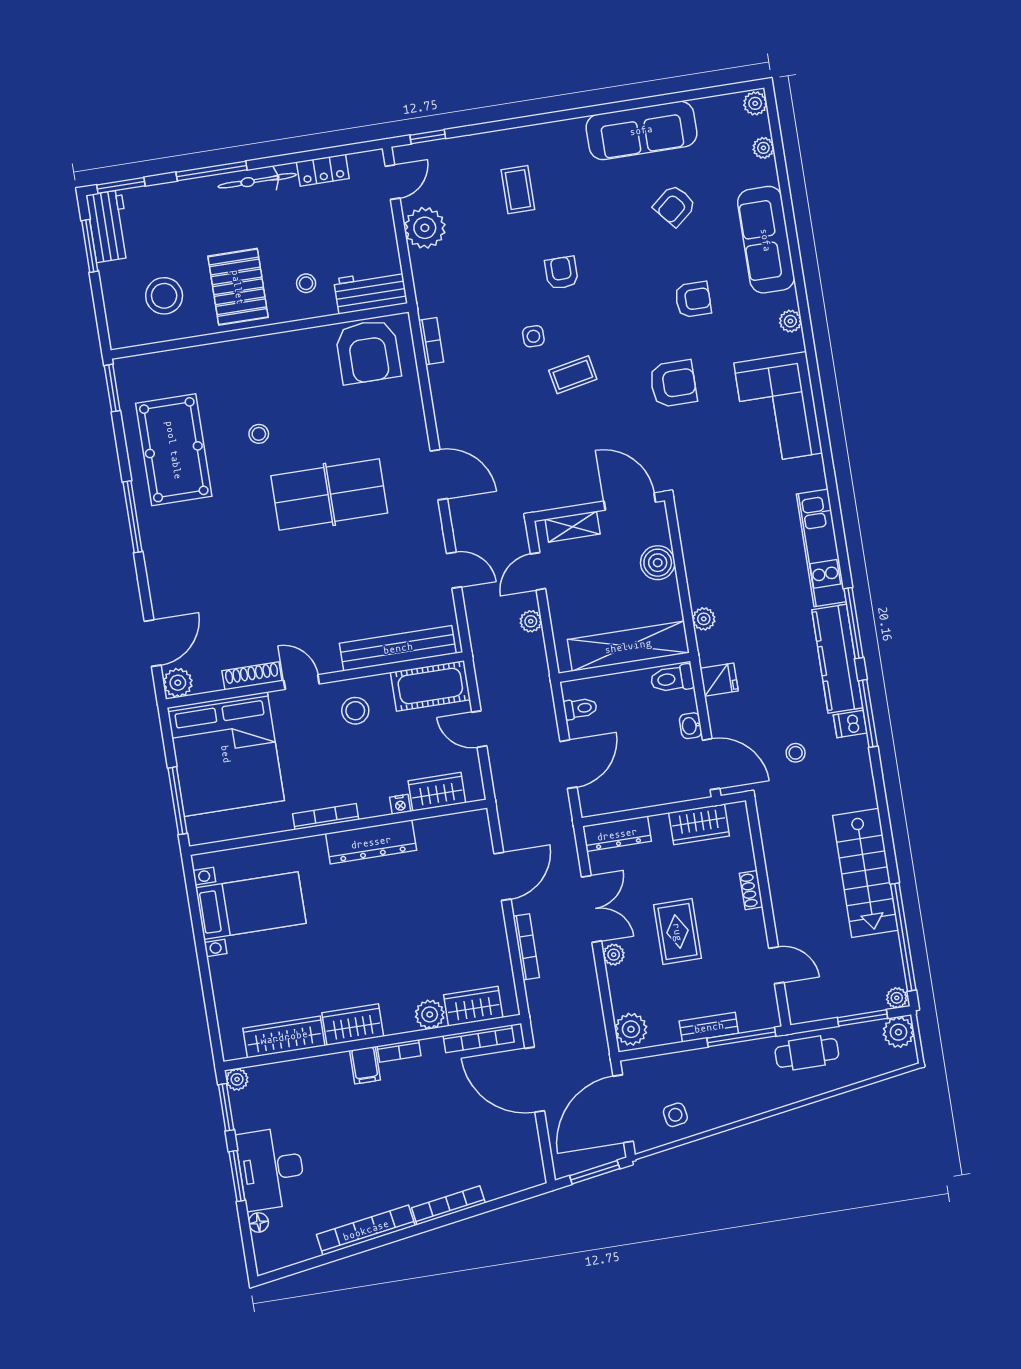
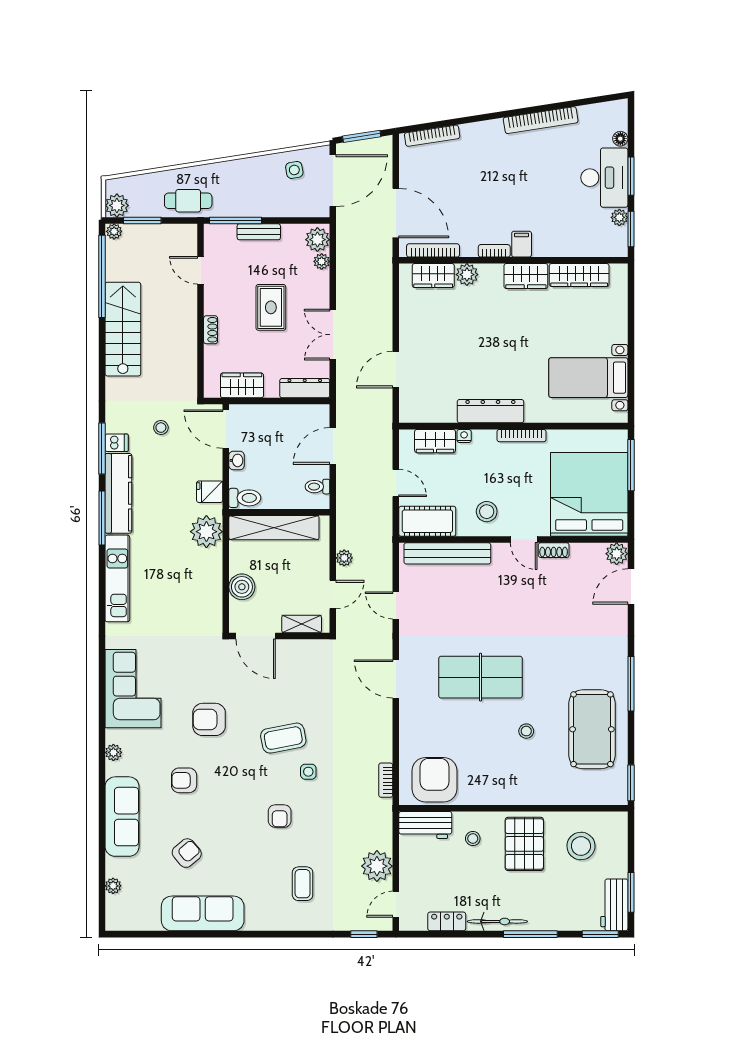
plant: (755, 103) -> (114, 920), removed
coffee table: (573, 375) -> (283, 738), width x1.36, depth x1.30
plant: (704, 619) -> (206, 532), width x1.88, depth x1.88
shoe rack: (252, 676) -> (554, 550), width x0.70
bookcase: (526, 947) -> (386, 314), removed
plant: (614, 955) -> (322, 261), moved
plant: (237, 1079) -> (619, 217), moved
bookcase: (448, 1205) -> (432, 136), moved

